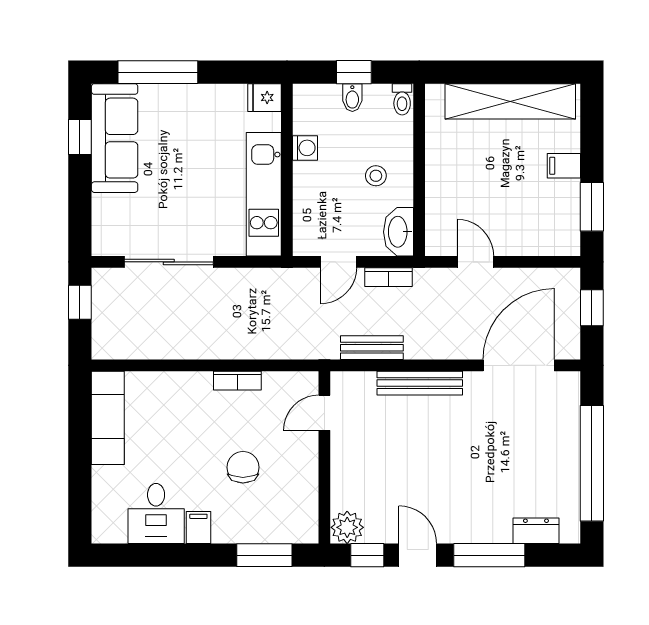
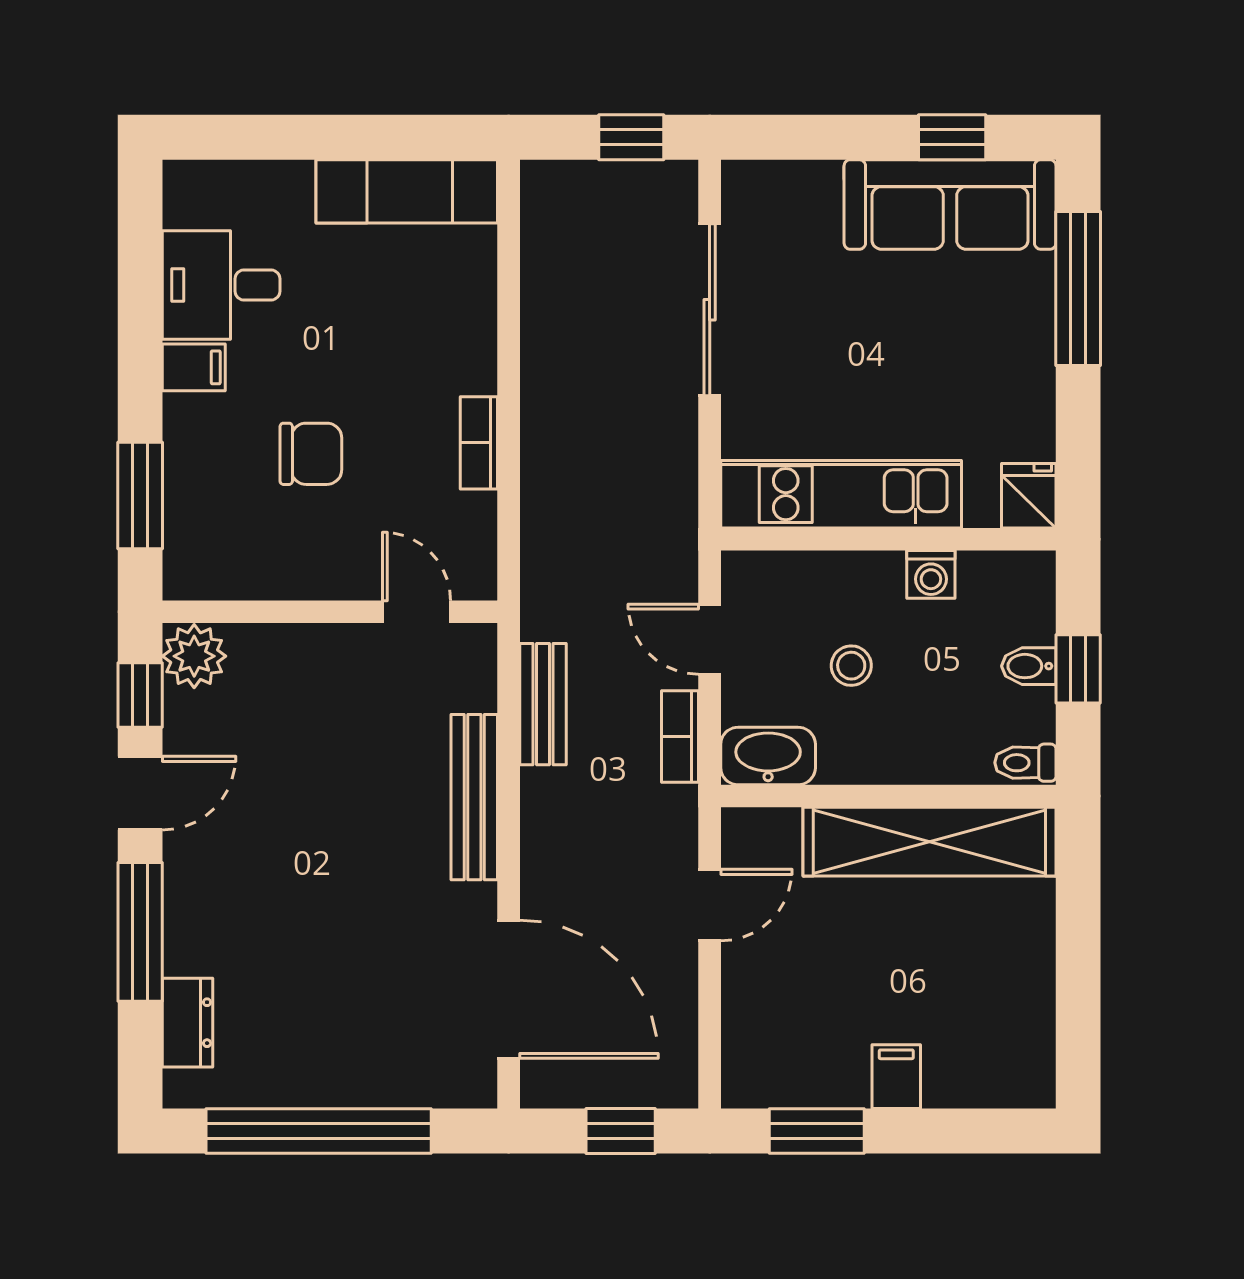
shelving: (510, 101) -> (929, 842), moved, turned 90
stool: (376, 176) -> (851, 666), moved

